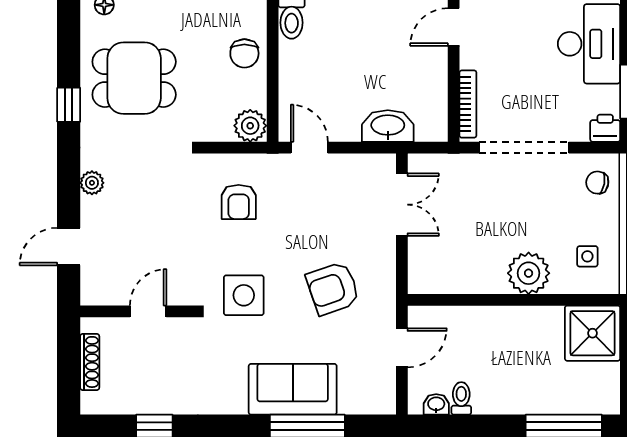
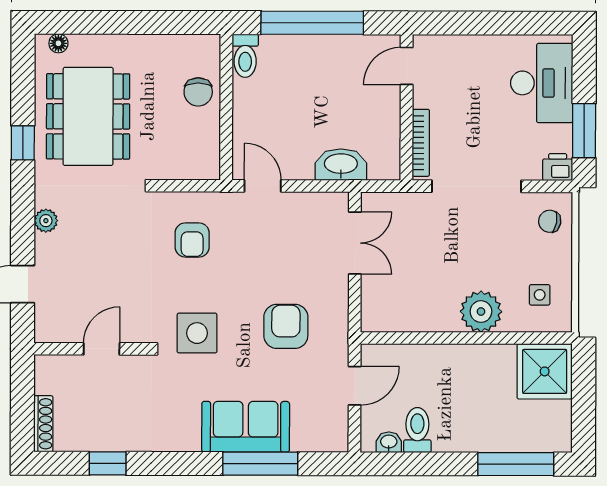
dining table: (134, 78) -> (88, 116), width x1.37
plant: (250, 126) -> (204, 164), removed
armchair: (333, 288) -> (286, 326), turned 109
shoe rack: (90, 362) -> (43, 424), moved
toilet: (461, 398) -> (417, 430), width x1.37, depth x1.39

